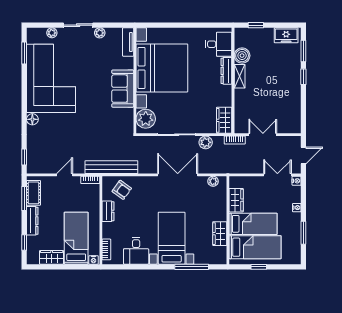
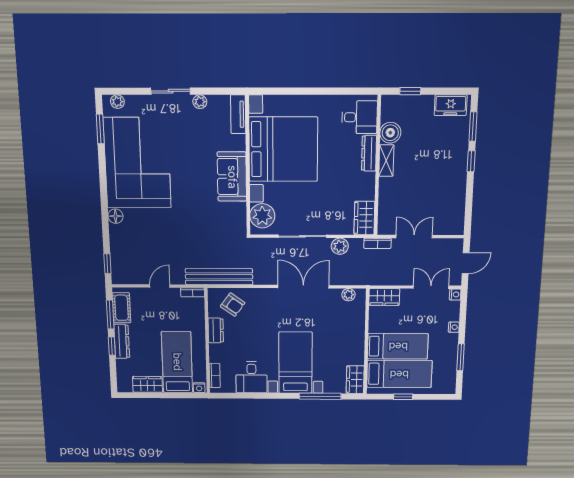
plant: (52, 33) -> (117, 102), moved
wardrobe: (236, 200) -> (384, 297), moved, turned 90
wardrobe: (220, 234) -> (355, 380), moved
window: (24, 242) -> (112, 346), moved

